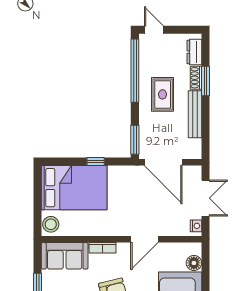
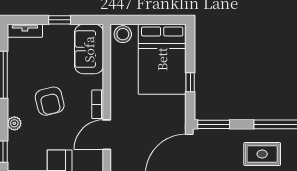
door: (144, 239) -> (107, 135), hinge flipped
bookcase: (102, 248) -> (98, 104), moved

